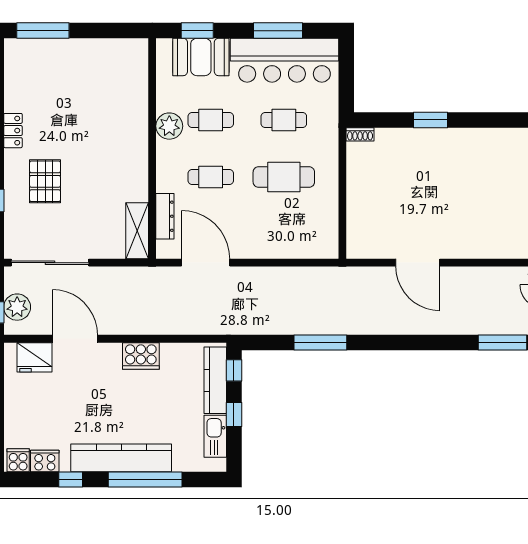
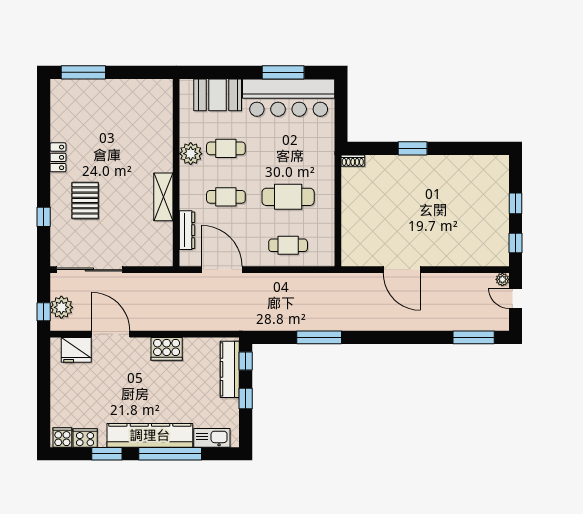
window: (197, 31) -> (214, 72), removed
cafe table: (284, 120) -> (288, 245), moved
shelving: (137, 231) -> (163, 197), moved
kitchen sink: (215, 436) -> (212, 438), moved, turned 90
window: (71, 480) -> (107, 454), width x1.50

